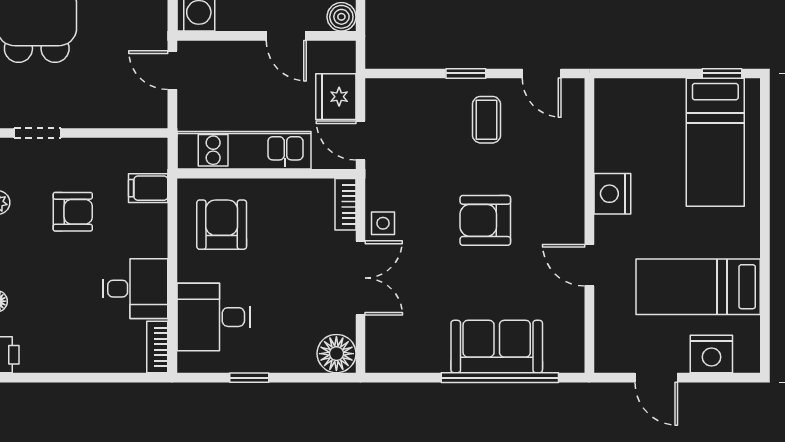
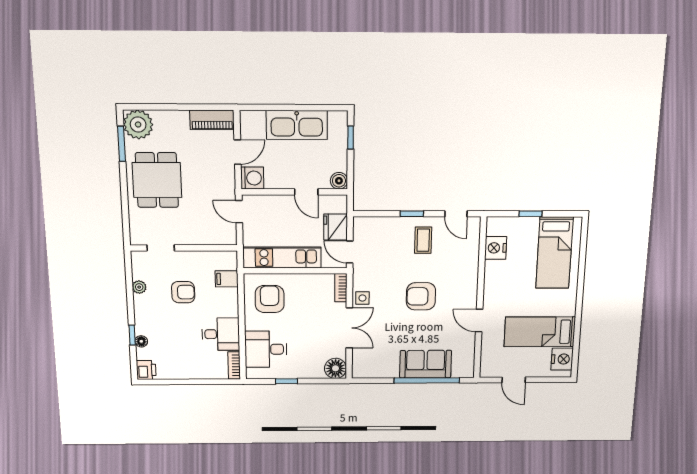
window: (722, 73) -> (530, 214), moved
nightstand: (612, 194) -> (496, 248), moved
nightstand: (711, 354) -> (562, 359), moved, turned -90

